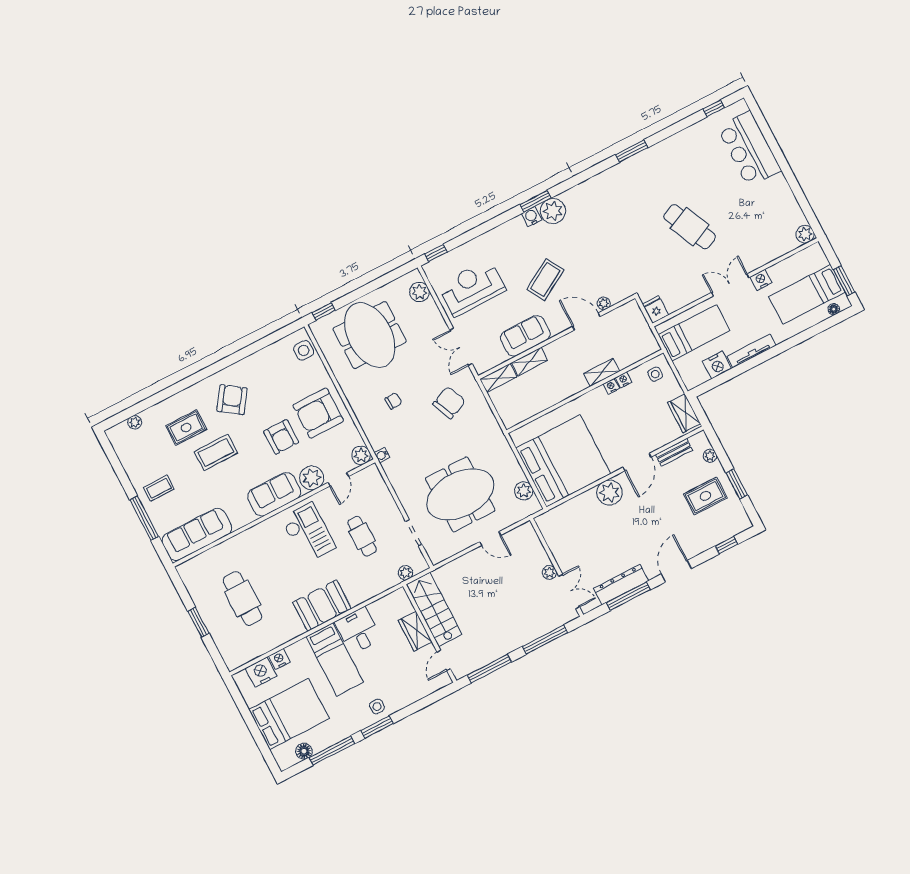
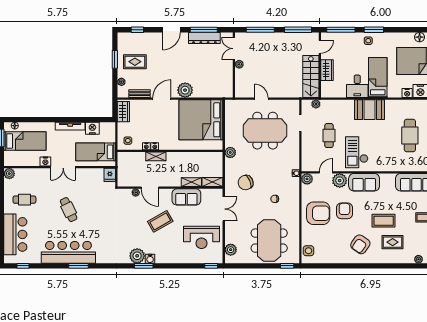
bar counter: (657, 163) -> (68, 252), added
cafe table: (763, 207) -> (24, 200), added
cafe table: (690, 227) -> (69, 210), width x0.73, depth x0.74
plant: (524, 491) -> (230, 152), moved
window: (332, 751) -> (341, 30), moved

